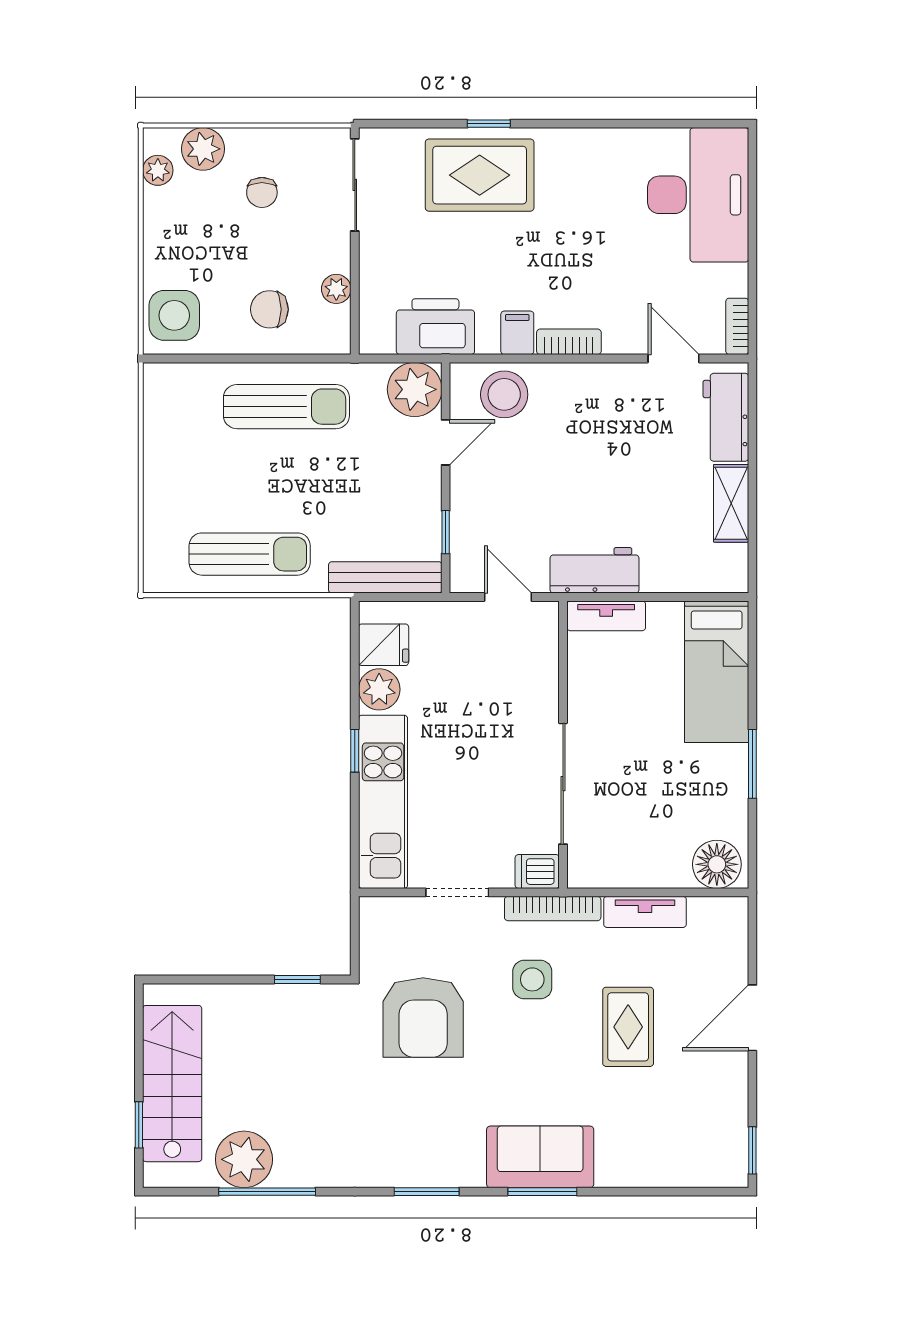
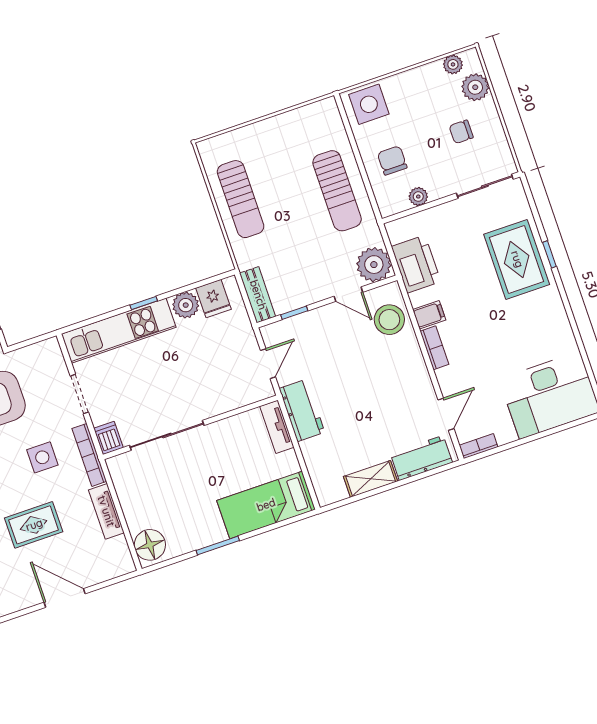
bench: (385, 577) -> (258, 295), width x0.73

